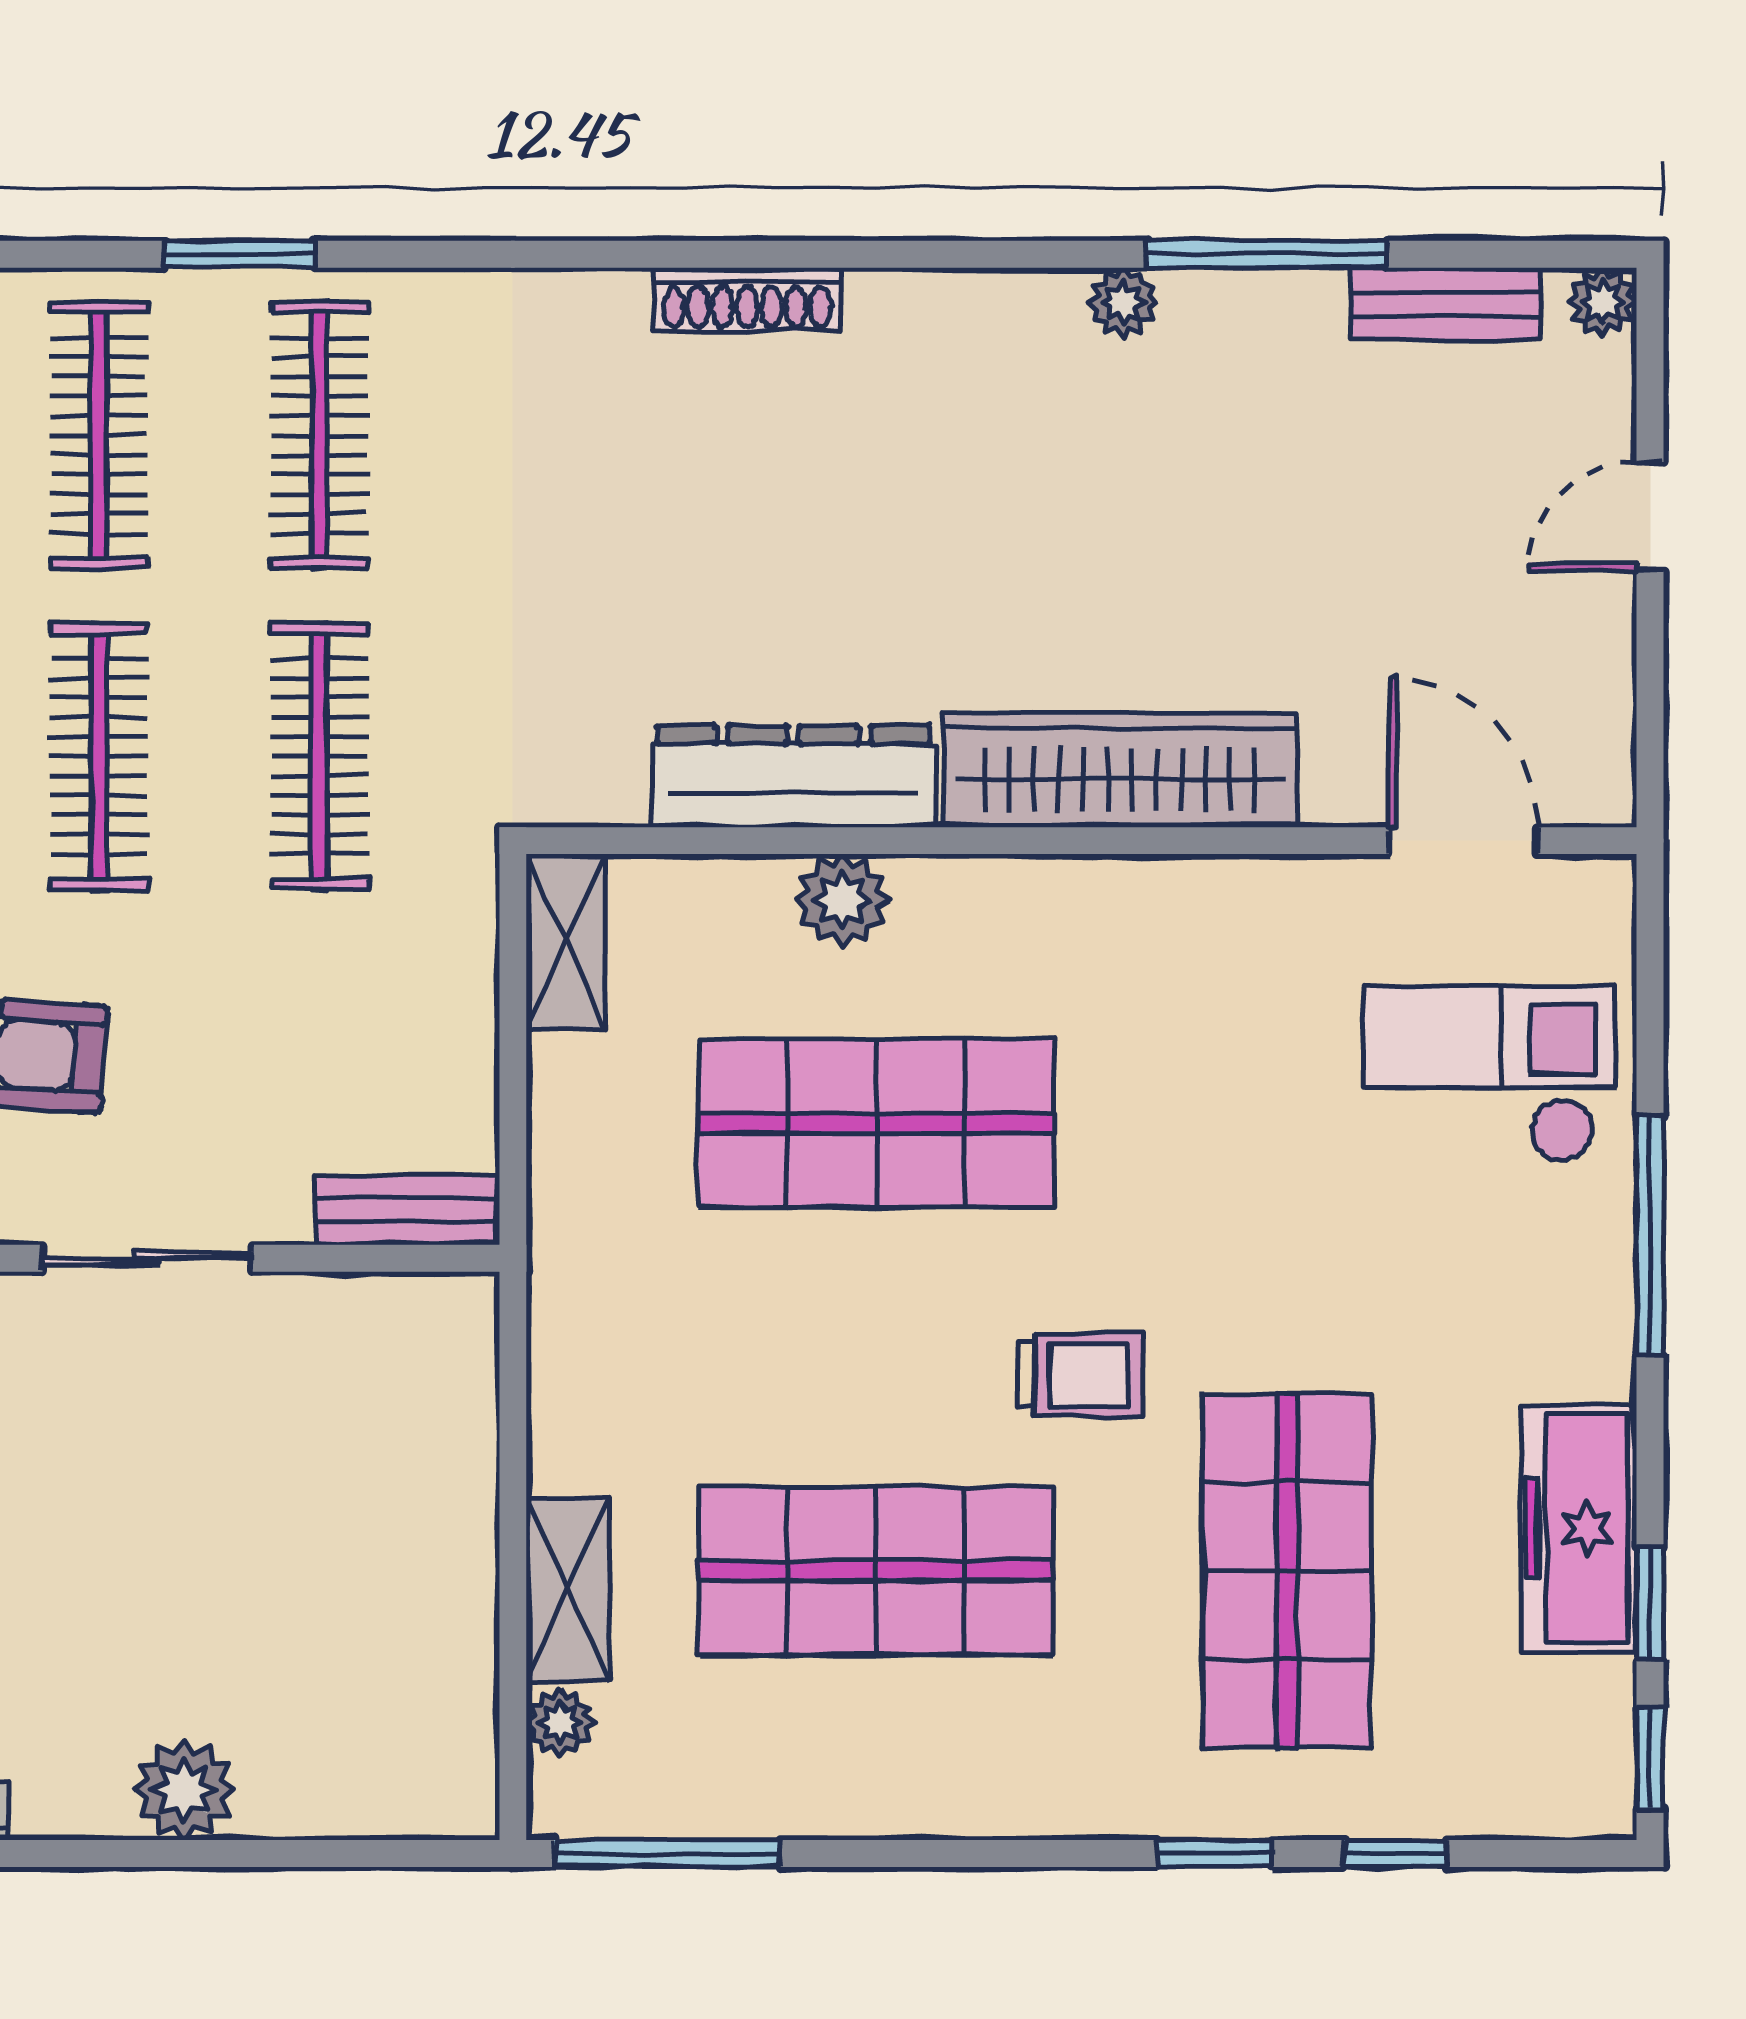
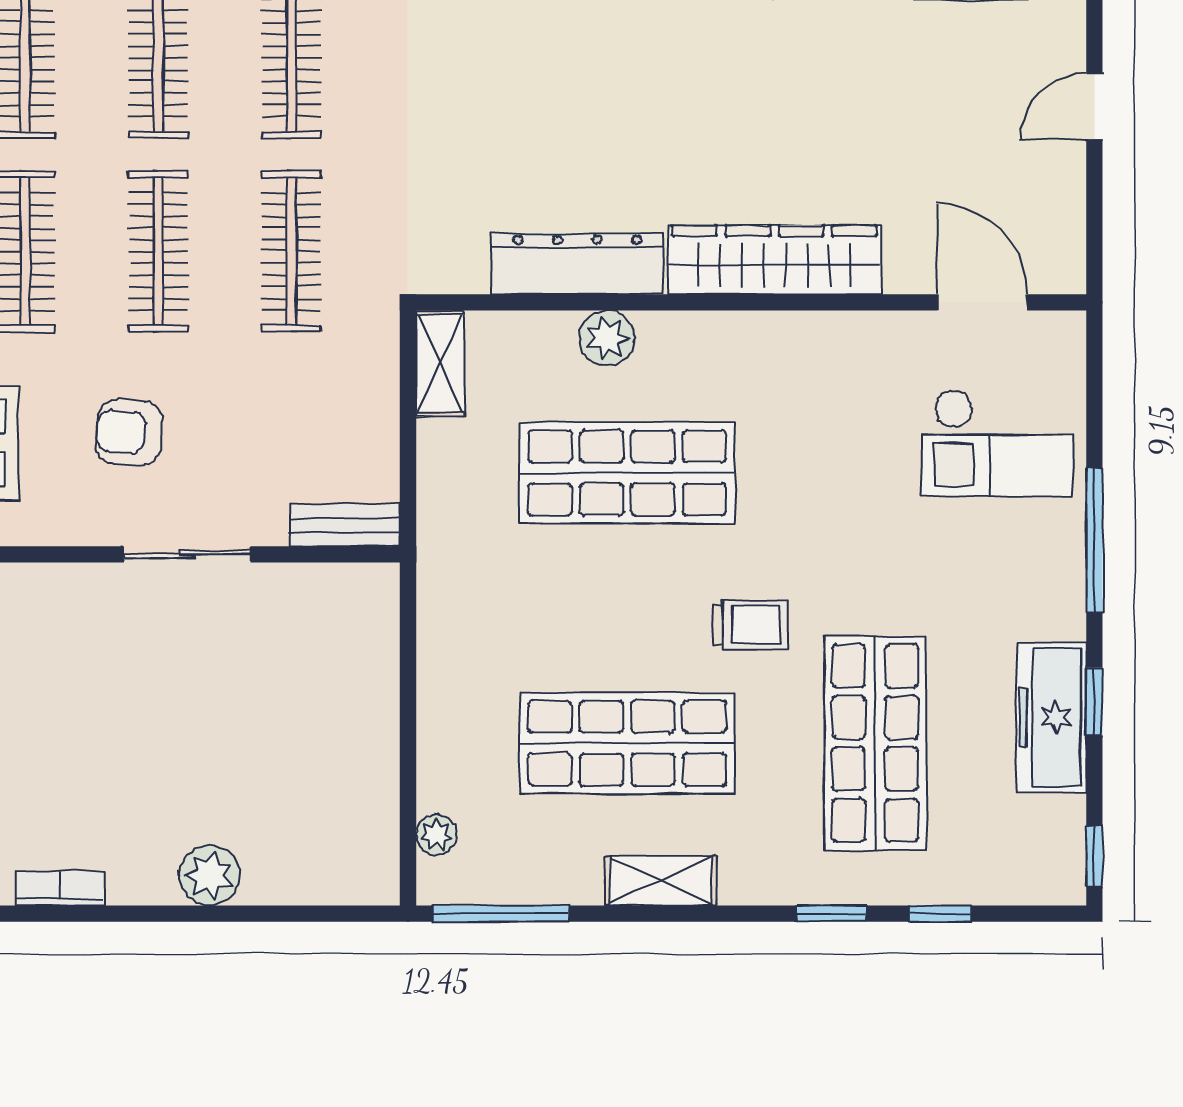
checkout: (1489, 1074) -> (997, 443), turned 180
shelving: (568, 1589) -> (661, 881), moved, turned 90
window: (1650, 1603) -> (1094, 702), moved

